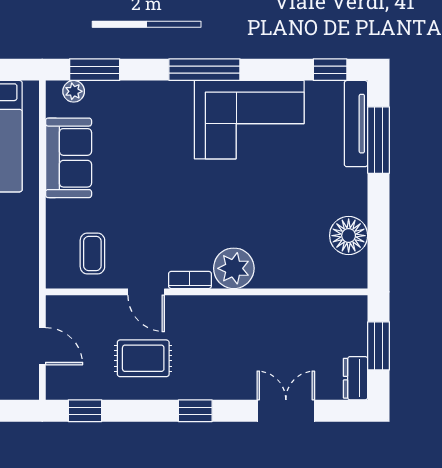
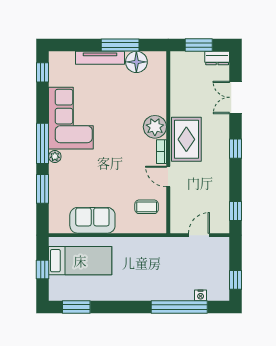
window: (95, 70) -> (43, 189), moved
plant: (74, 91) -> (55, 156), moved
tv unit: (356, 124) -> (100, 58), moved
window: (379, 140) -> (120, 45), moved
door: (146, 292) -> (168, 176), swing flipped
rug: (143, 358) -> (186, 139), moved, width x1.36, depth x1.43

